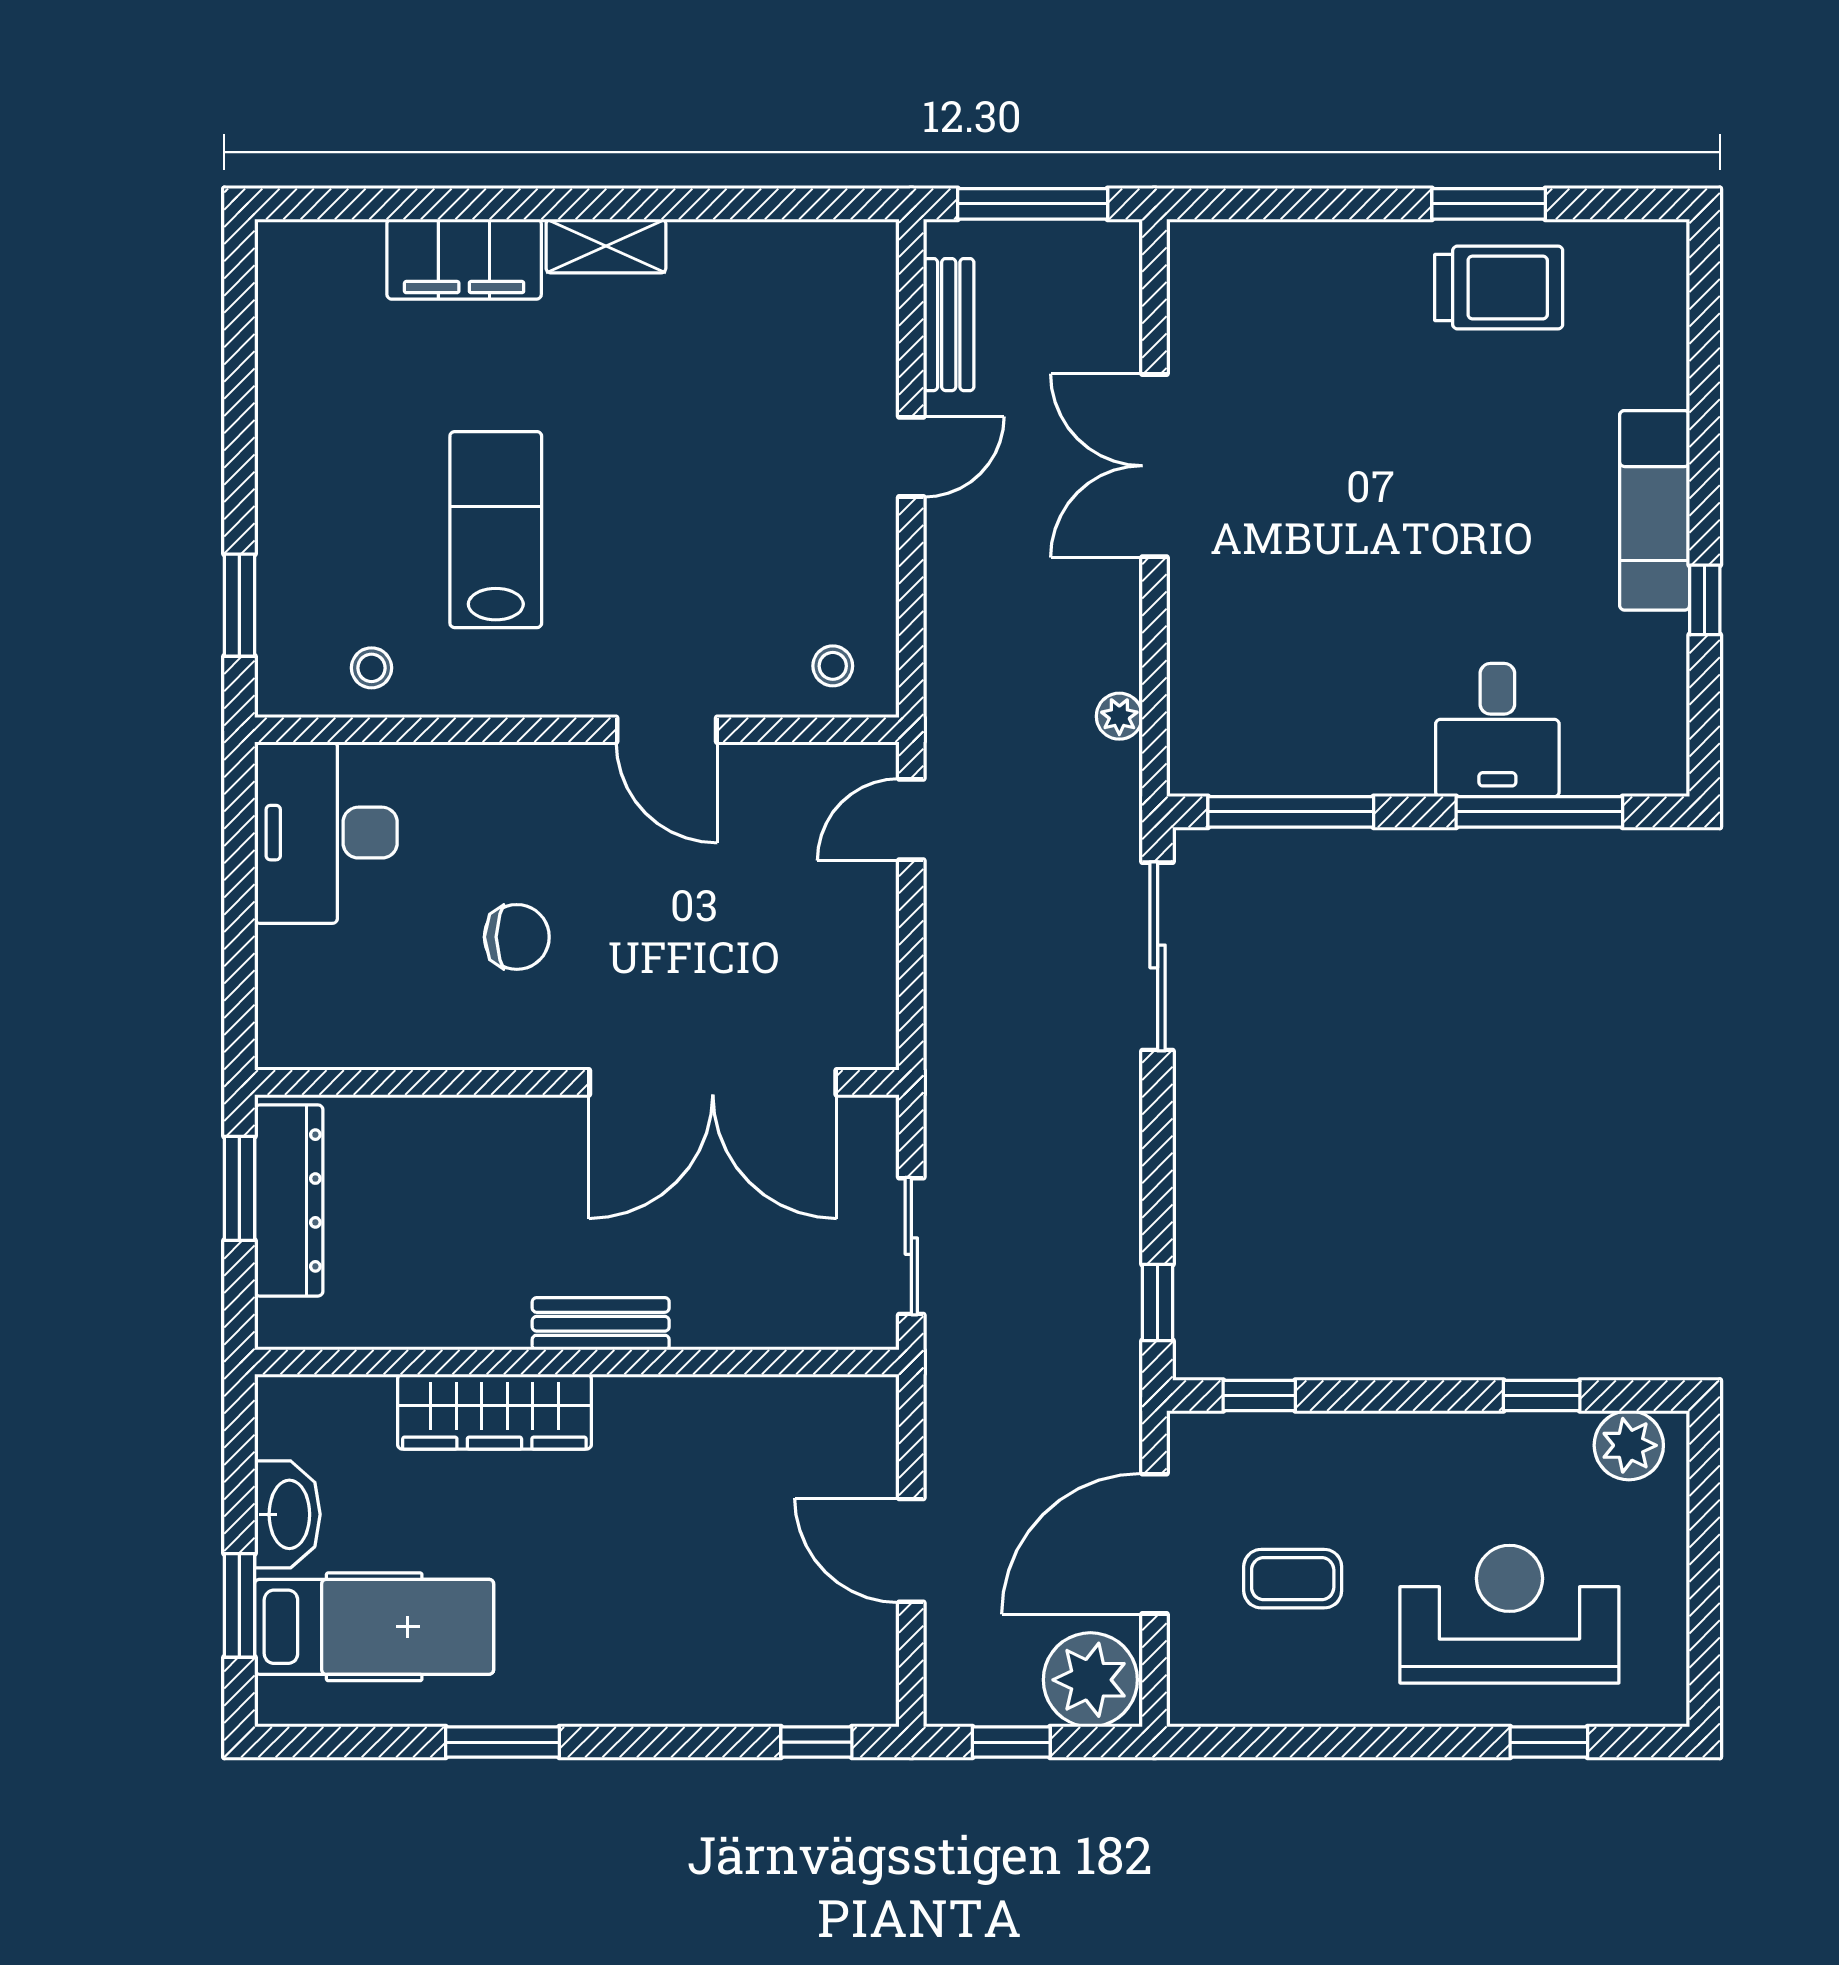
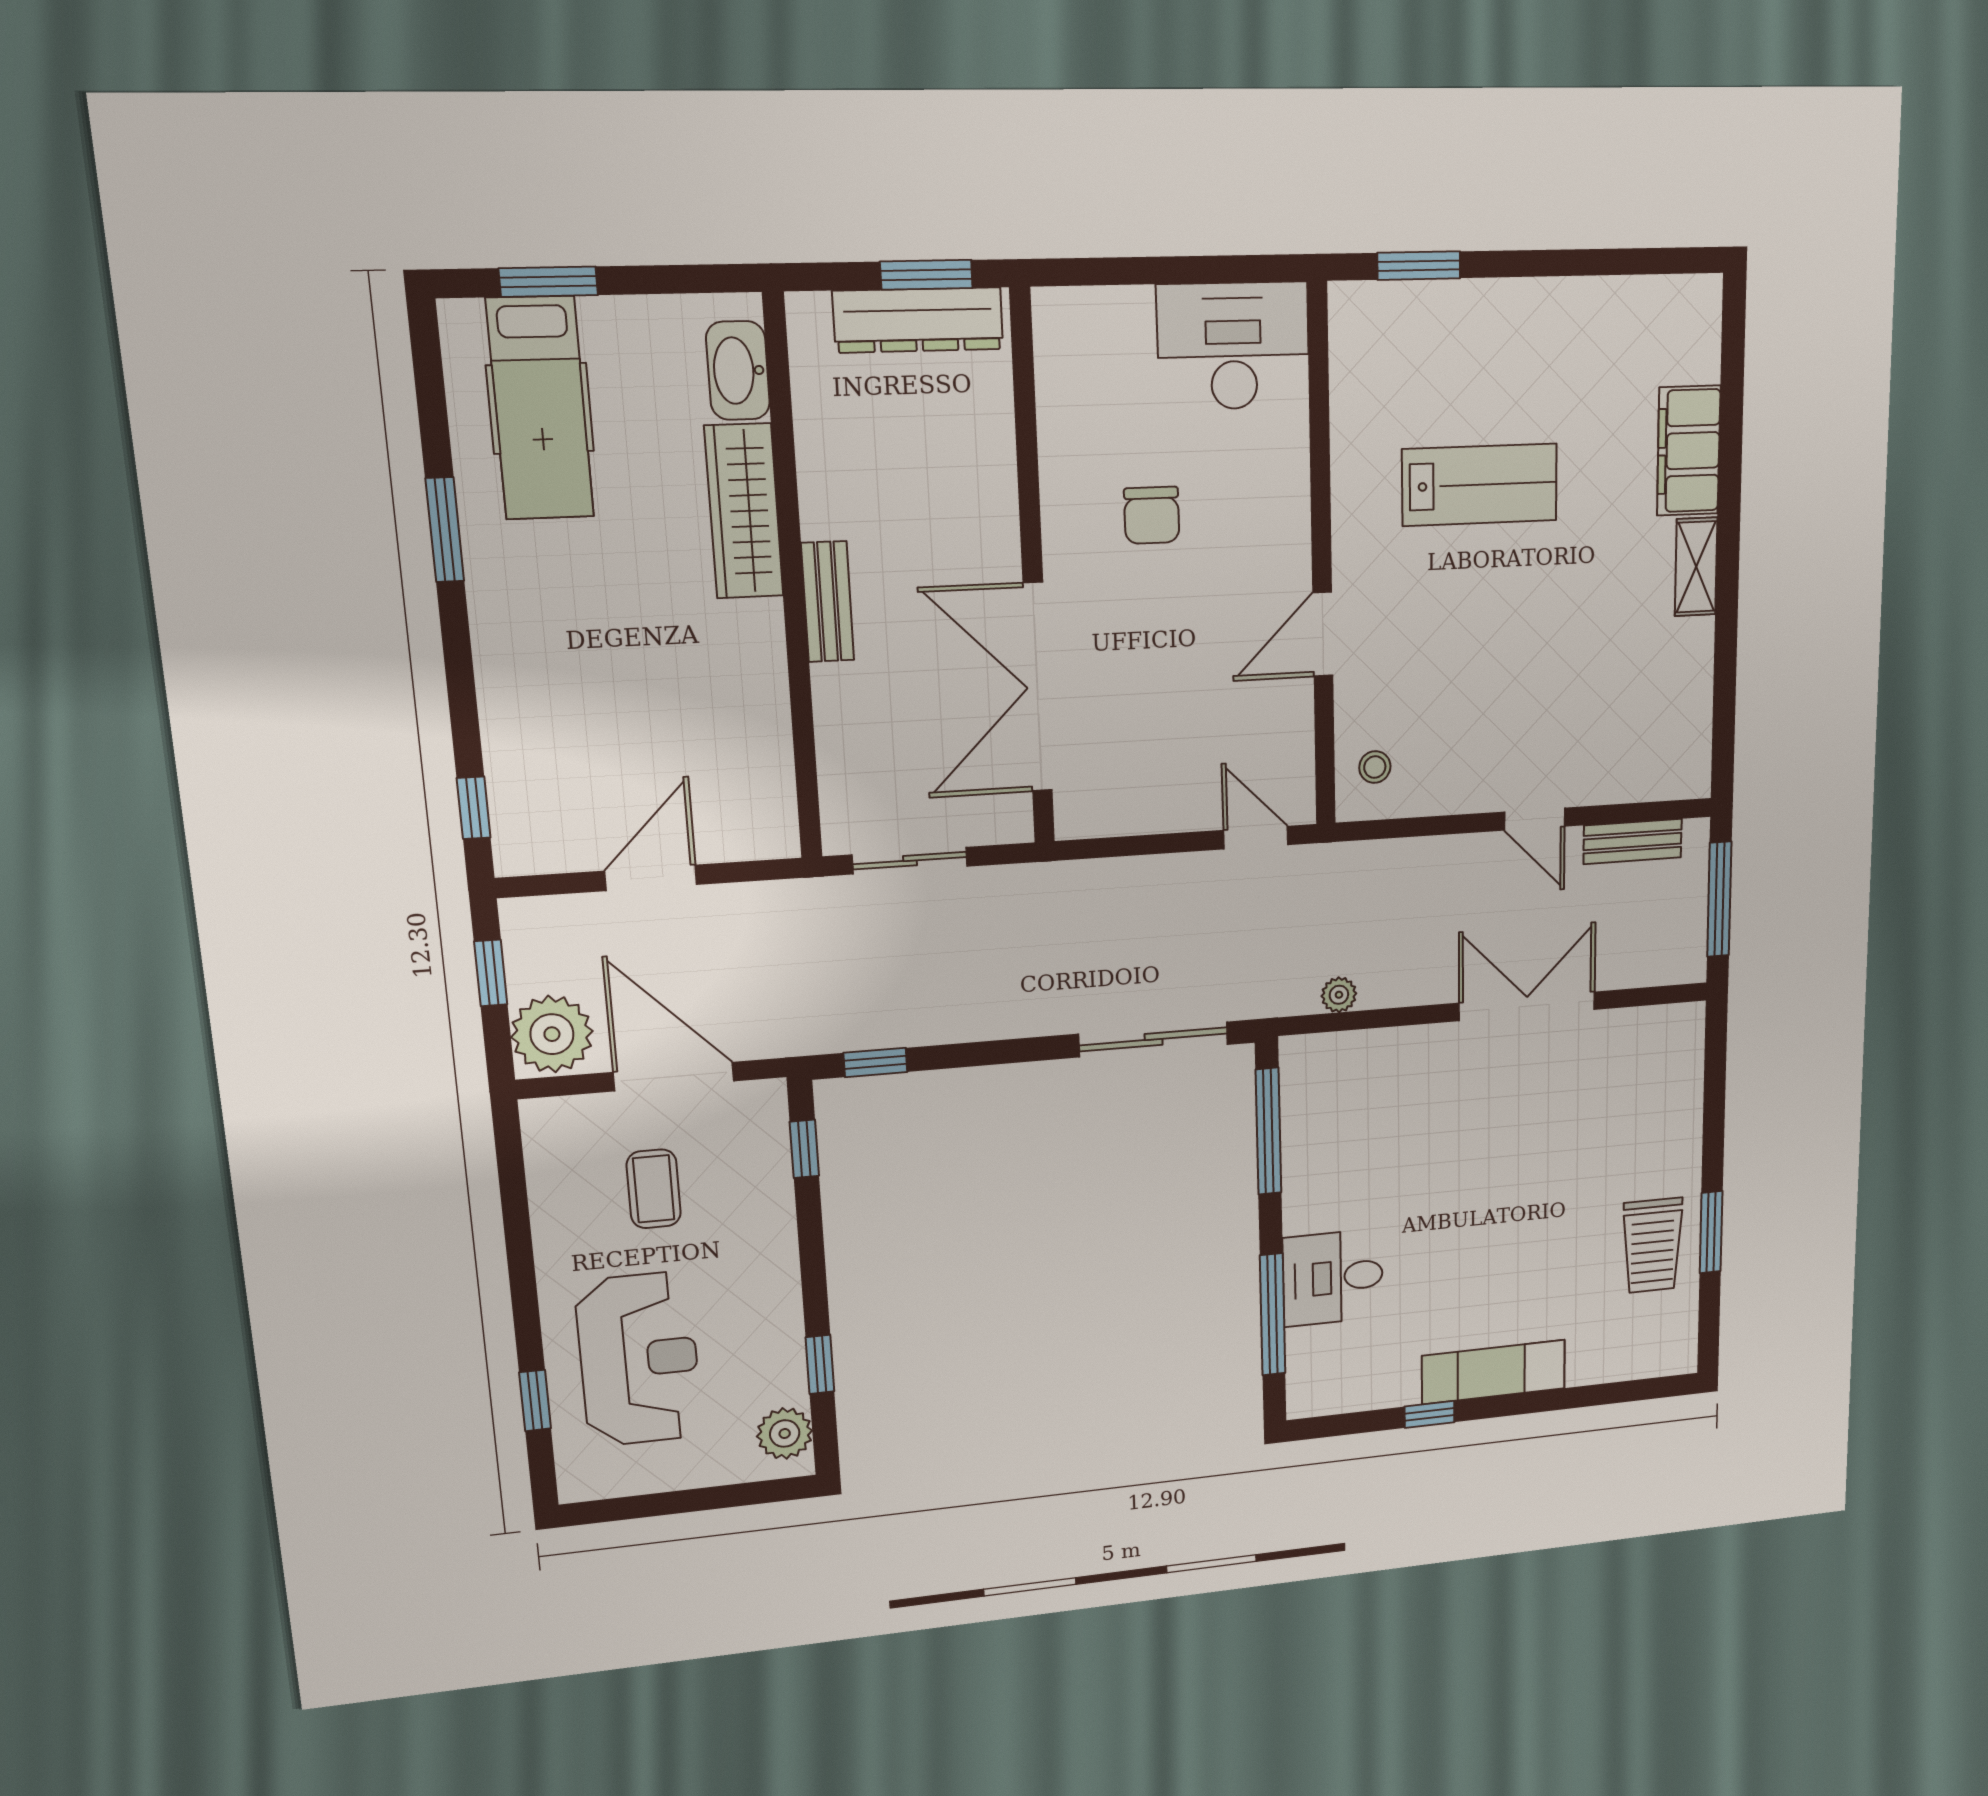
stool: (372, 668) -> (1369, 382), removed
washbasin: (287, 1514) -> (738, 371), moved, turned 90

